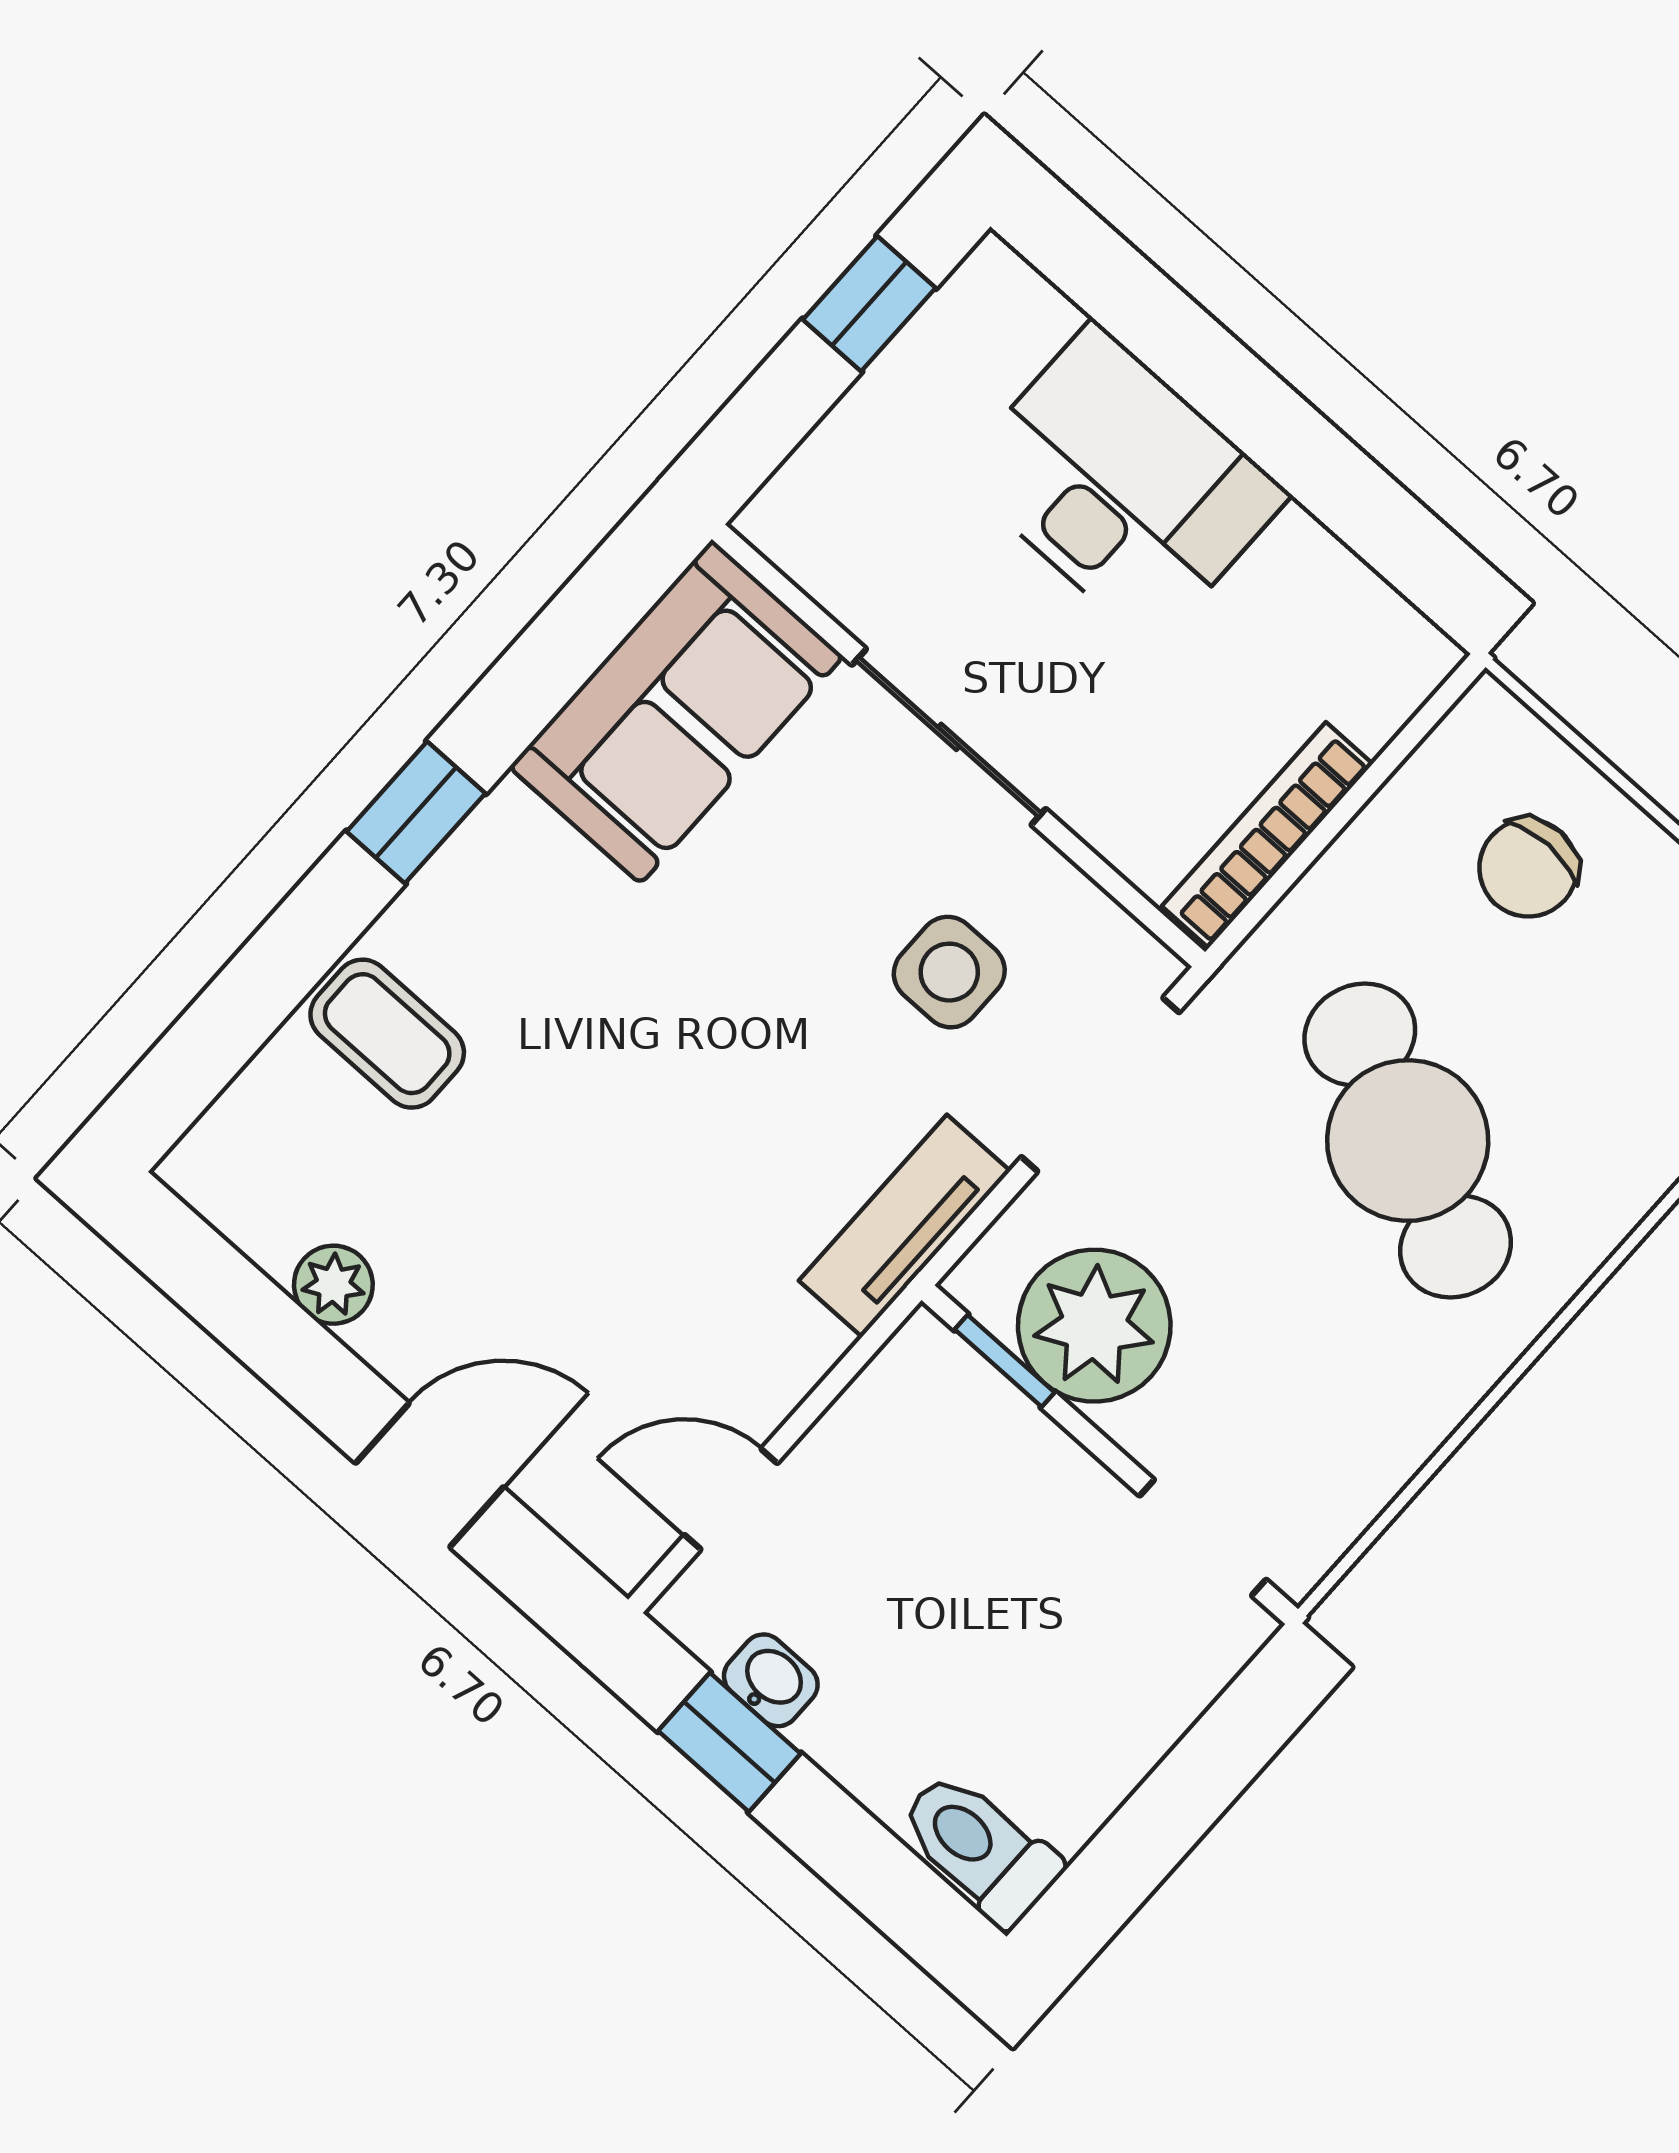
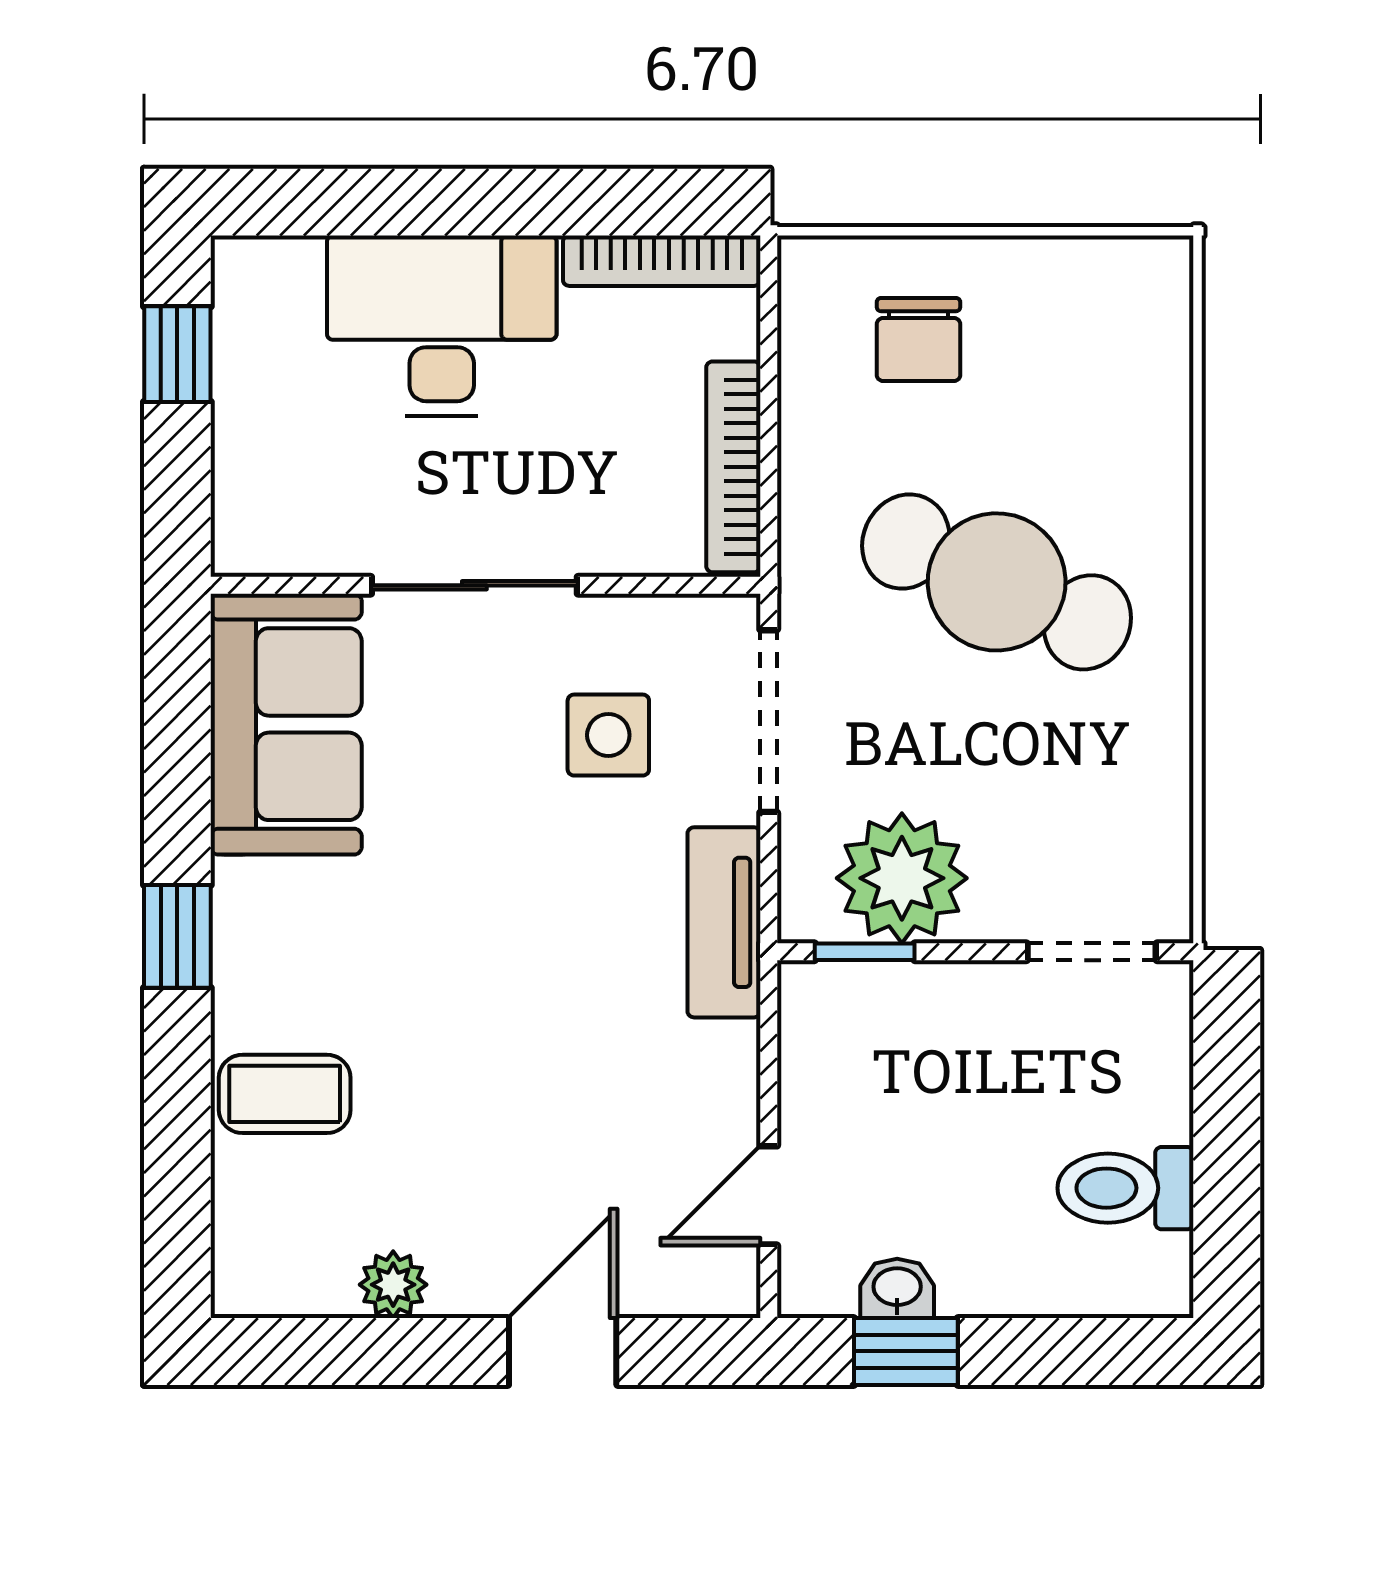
bookcase: (1365, 599) -> (662, 261), added
toilet: (979, 1848) -> (1125, 1188), moved

